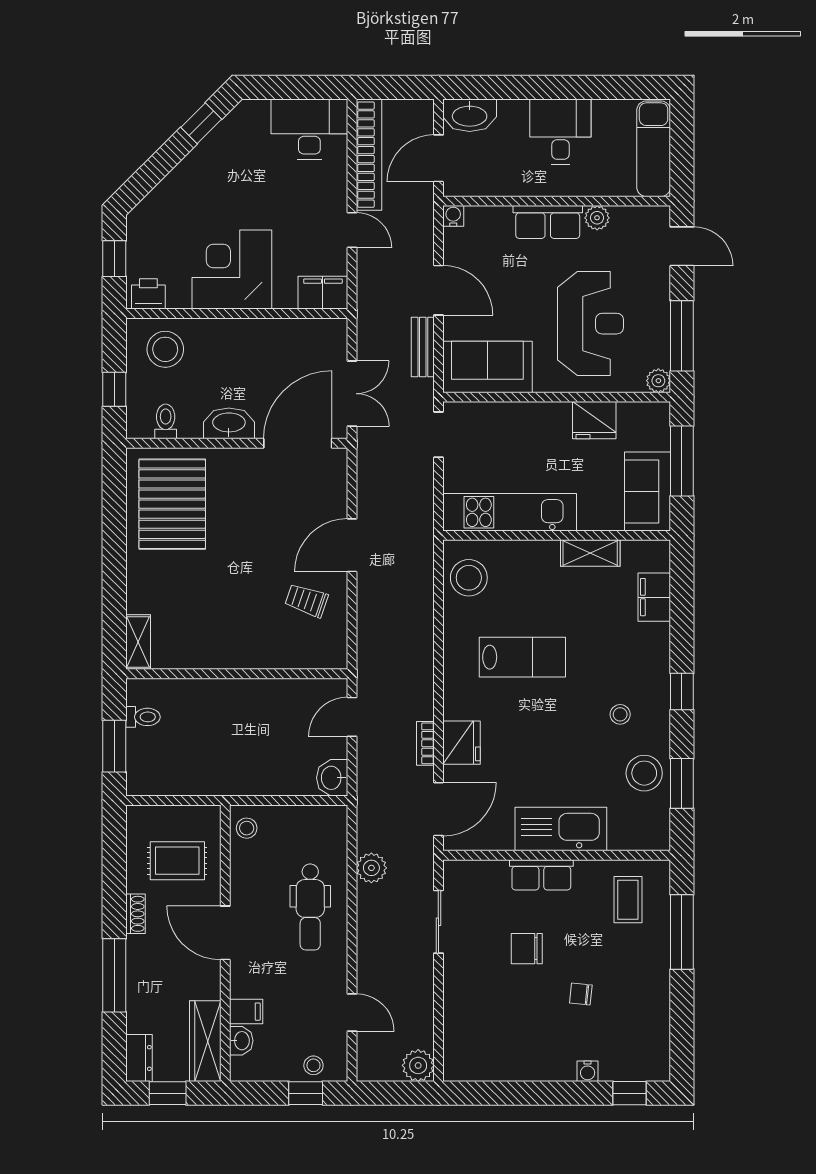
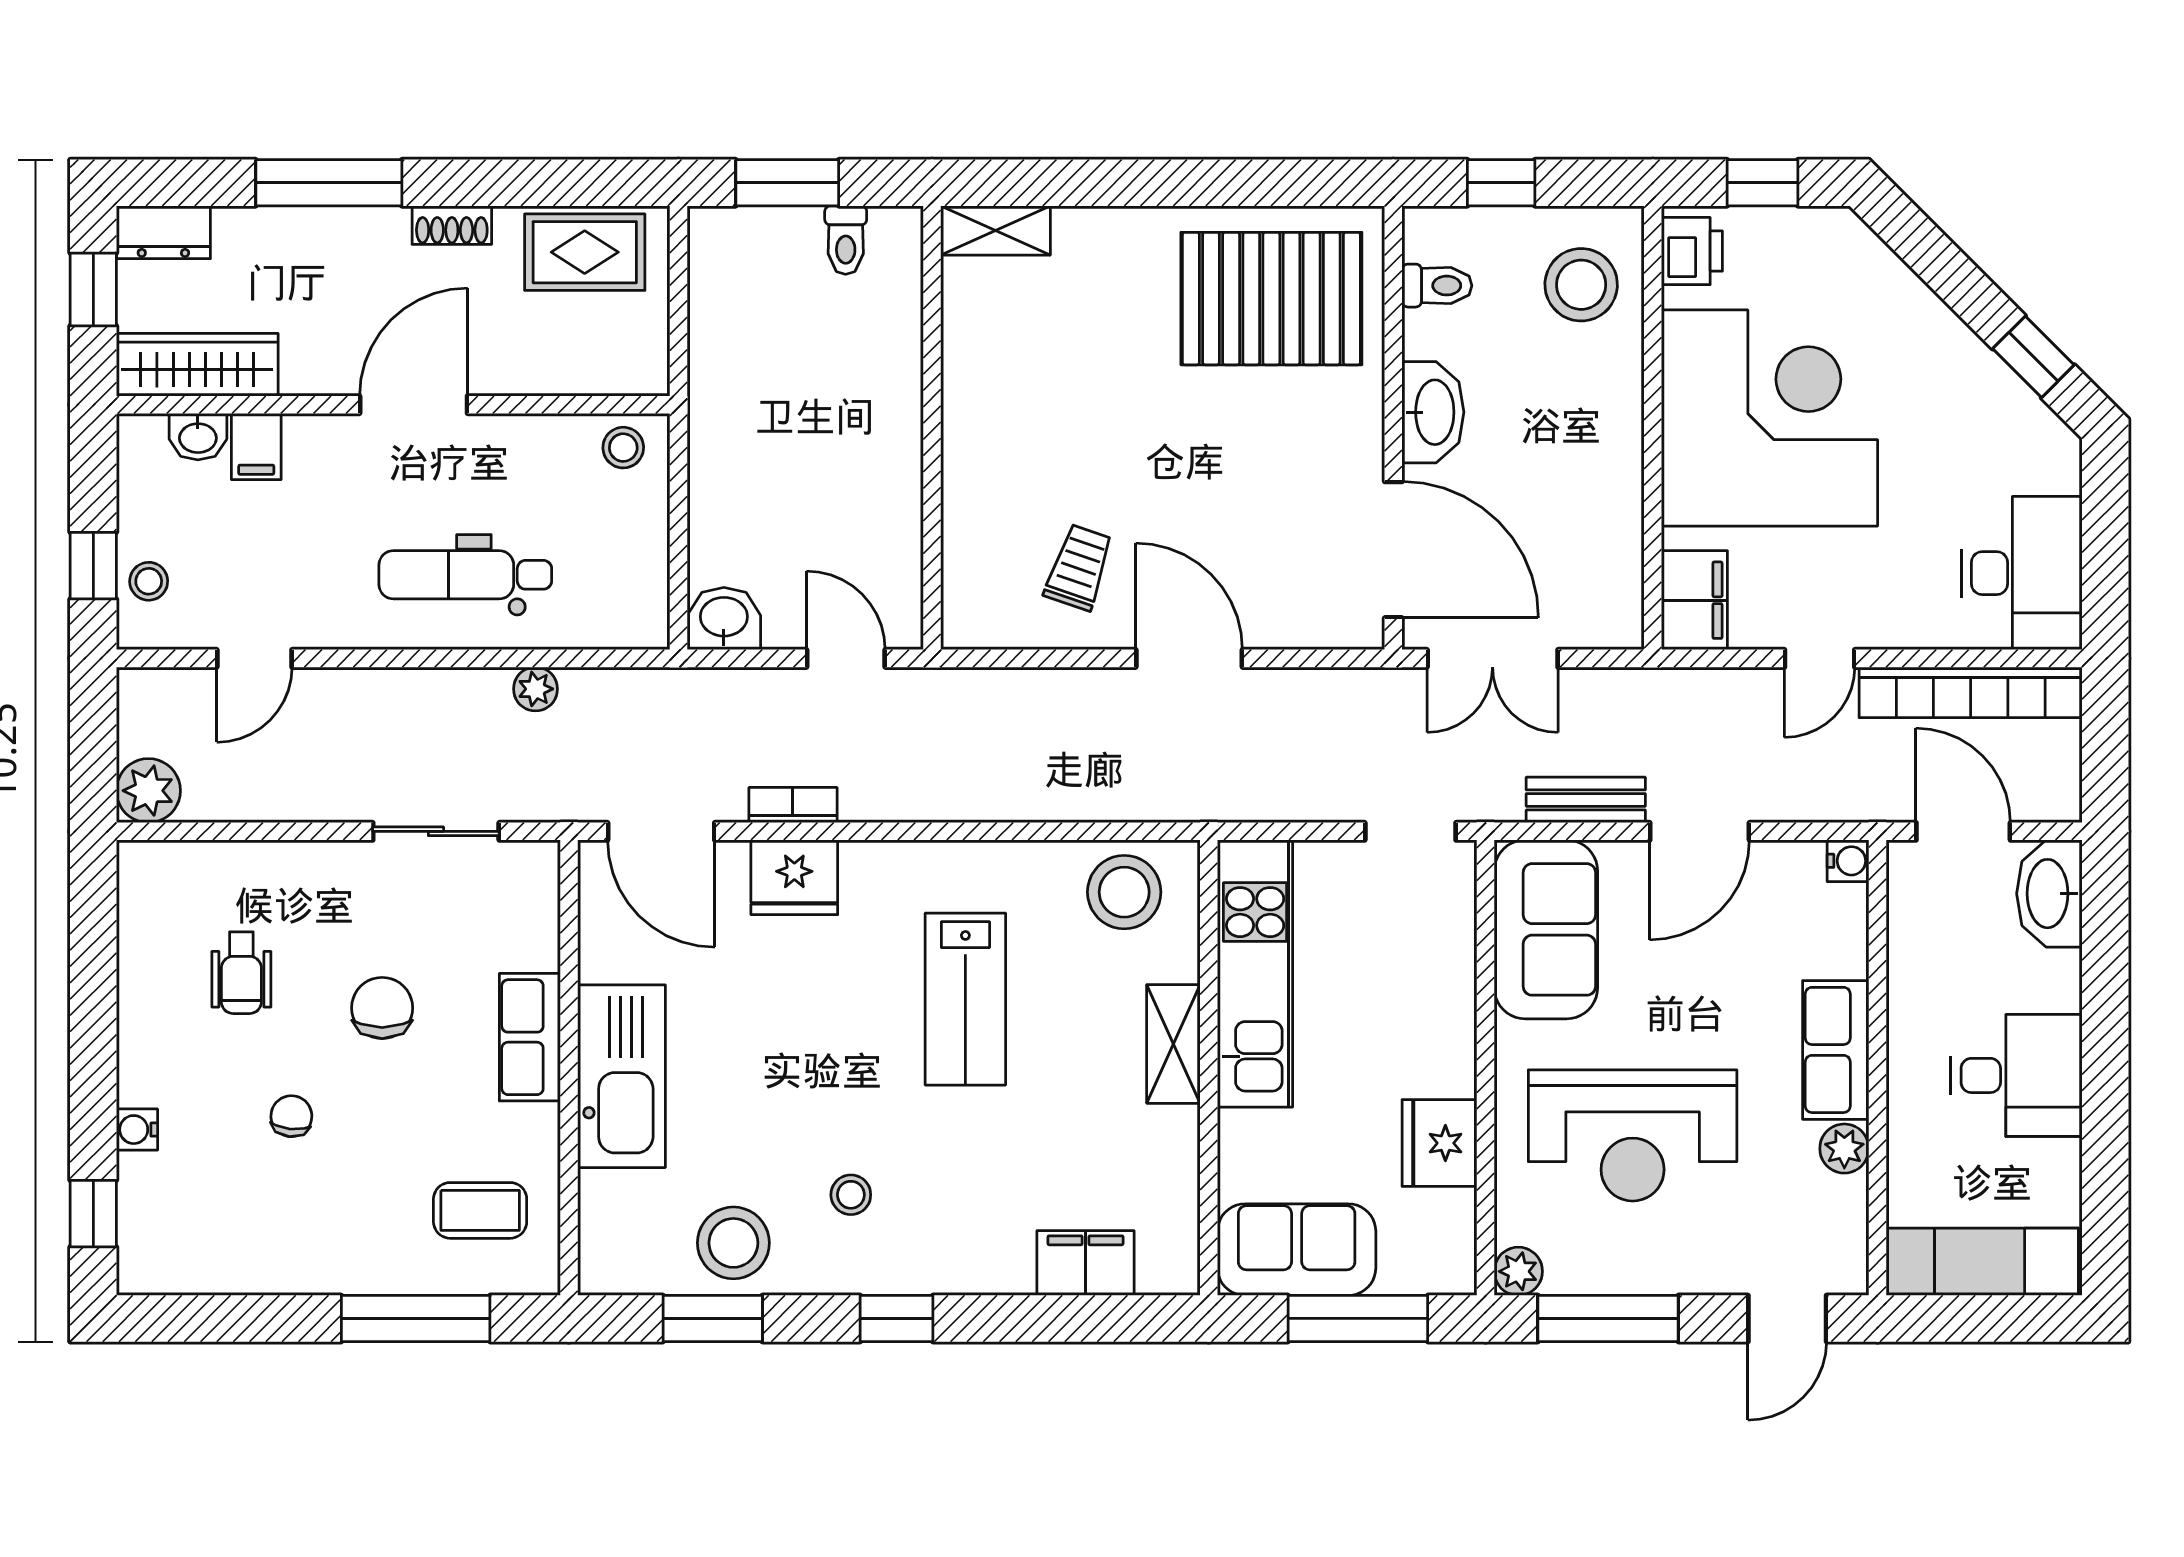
corner desk: (232, 269) -> (1769, 418), width x1.36, depth x1.36
shelving: (590, 553) -> (1173, 1044), moved
rug: (177, 861) -> (585, 252), moved, turned 90
plant: (371, 868) -> (535, 689), width x0.73, depth x0.73
wheelchair: (509, 1019) -> (241, 973), added

